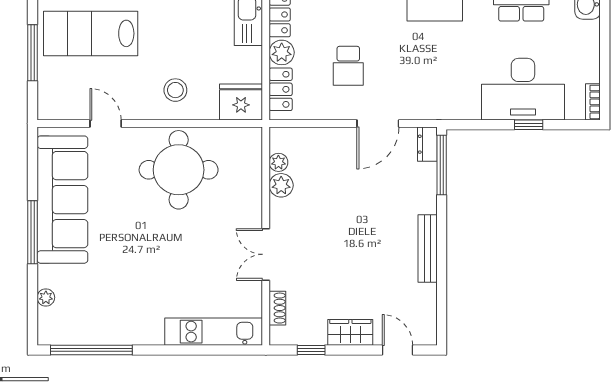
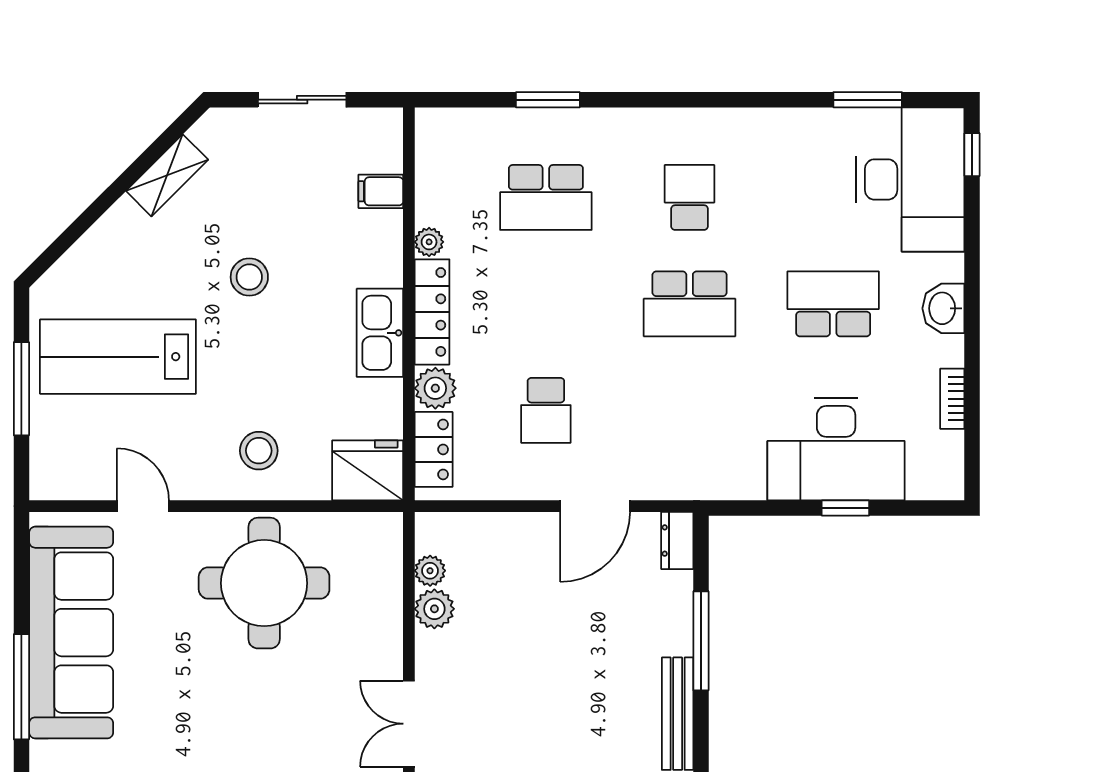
bookcase: (593, 102) -> (952, 399), moved
window: (442, 165) -> (701, 641), moved

